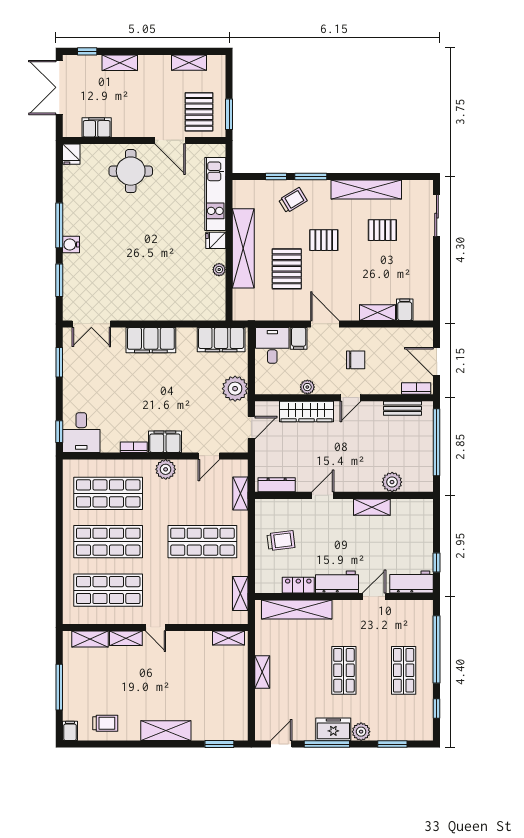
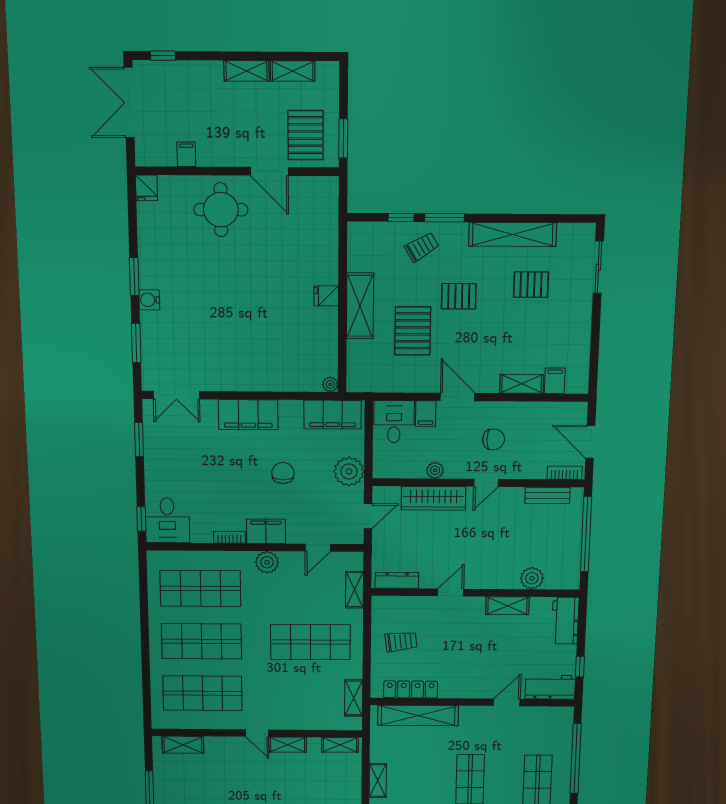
shelving: (120, 63) -> (246, 71), moved
filing cabinet: (97, 127) -> (186, 154), width x0.50
kitchen unit: (215, 194) -> (326, 239), removed
window: (59, 225) -> (134, 276), width x0.69
shelving: (243, 248) -> (360, 306), width x0.68
plant: (219, 270) -> (330, 384), moved
chair: (179, 390) -> (283, 473), added
workbench: (337, 582) -> (565, 621), moved, turned -90
locker: (298, 585) -> (411, 689), width x1.53
shelving: (126, 638) -> (288, 745), moved

